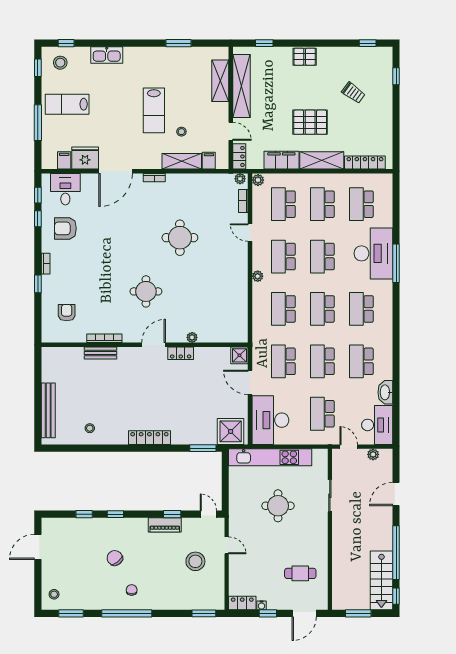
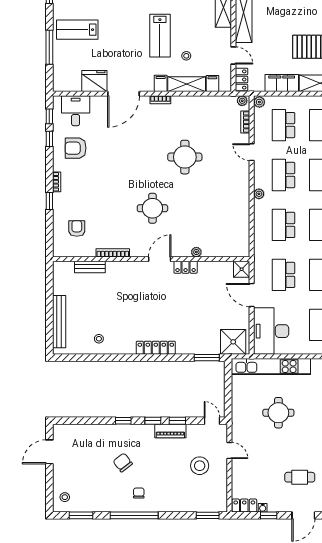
filing cabinet: (64, 160) -> (161, 83), moved
bench: (101, 353) -> (90, 267), moved
window: (84, 514) -> (153, 421), moved

